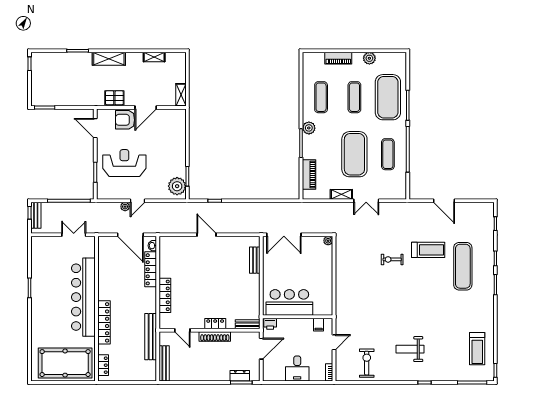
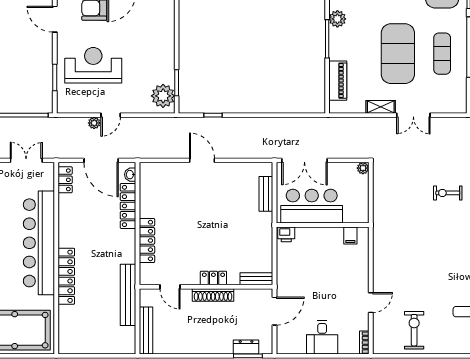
bar counter: (289, 302) -> (312, 206), moved
wall: (298, 317) -> (323, 225), moved
printer: (270, 324) -> (286, 234), moved
filing cabinet: (319, 325) -> (350, 235), moved
locker: (103, 365) -> (65, 180), moved

